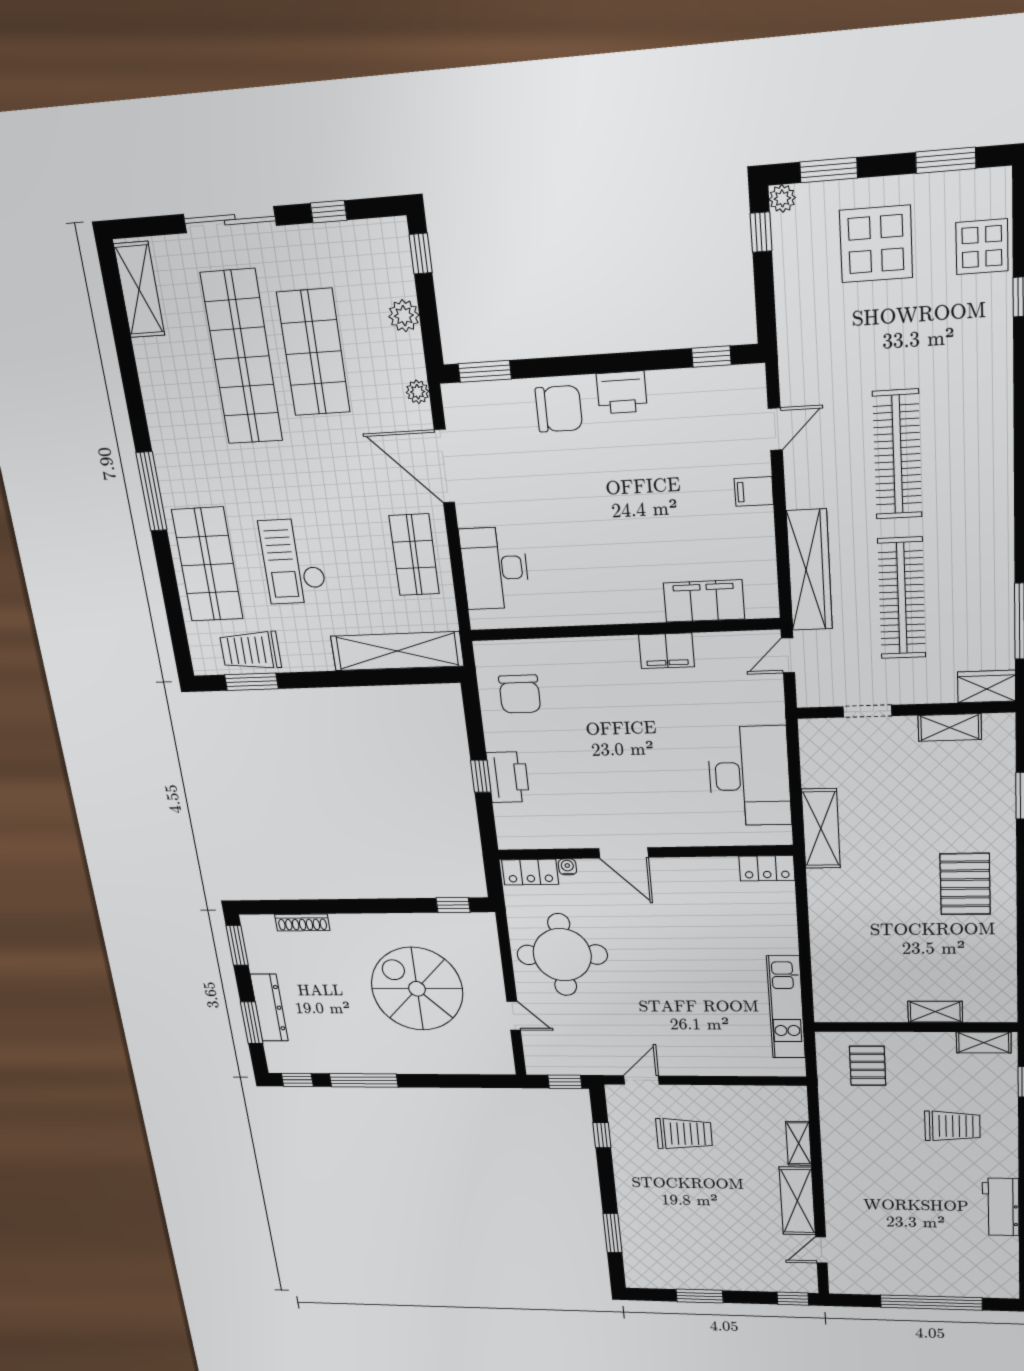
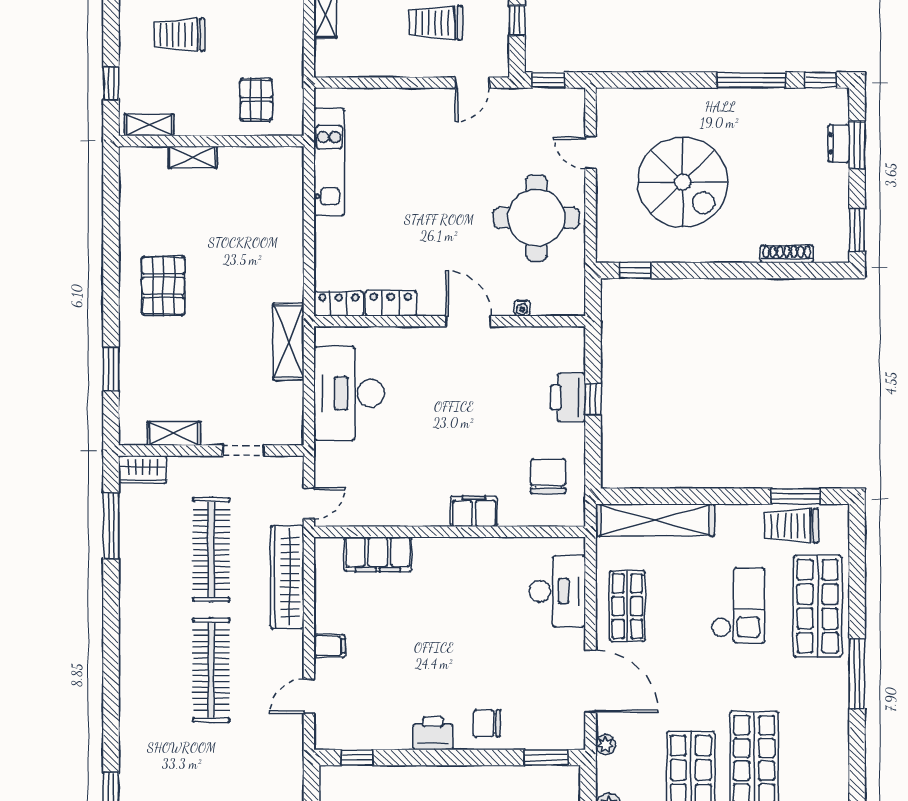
chair: (559, 409) -> (487, 723), width x0.73, depth x0.73
trolley: (250, 650) -> (791, 526), turned 180
filing cabinet: (667, 651) -> (474, 511), moved
locker: (530, 872) -> (391, 303), moved
dresser: (269, 1008) -> (839, 143), width x0.51, depth x0.80

